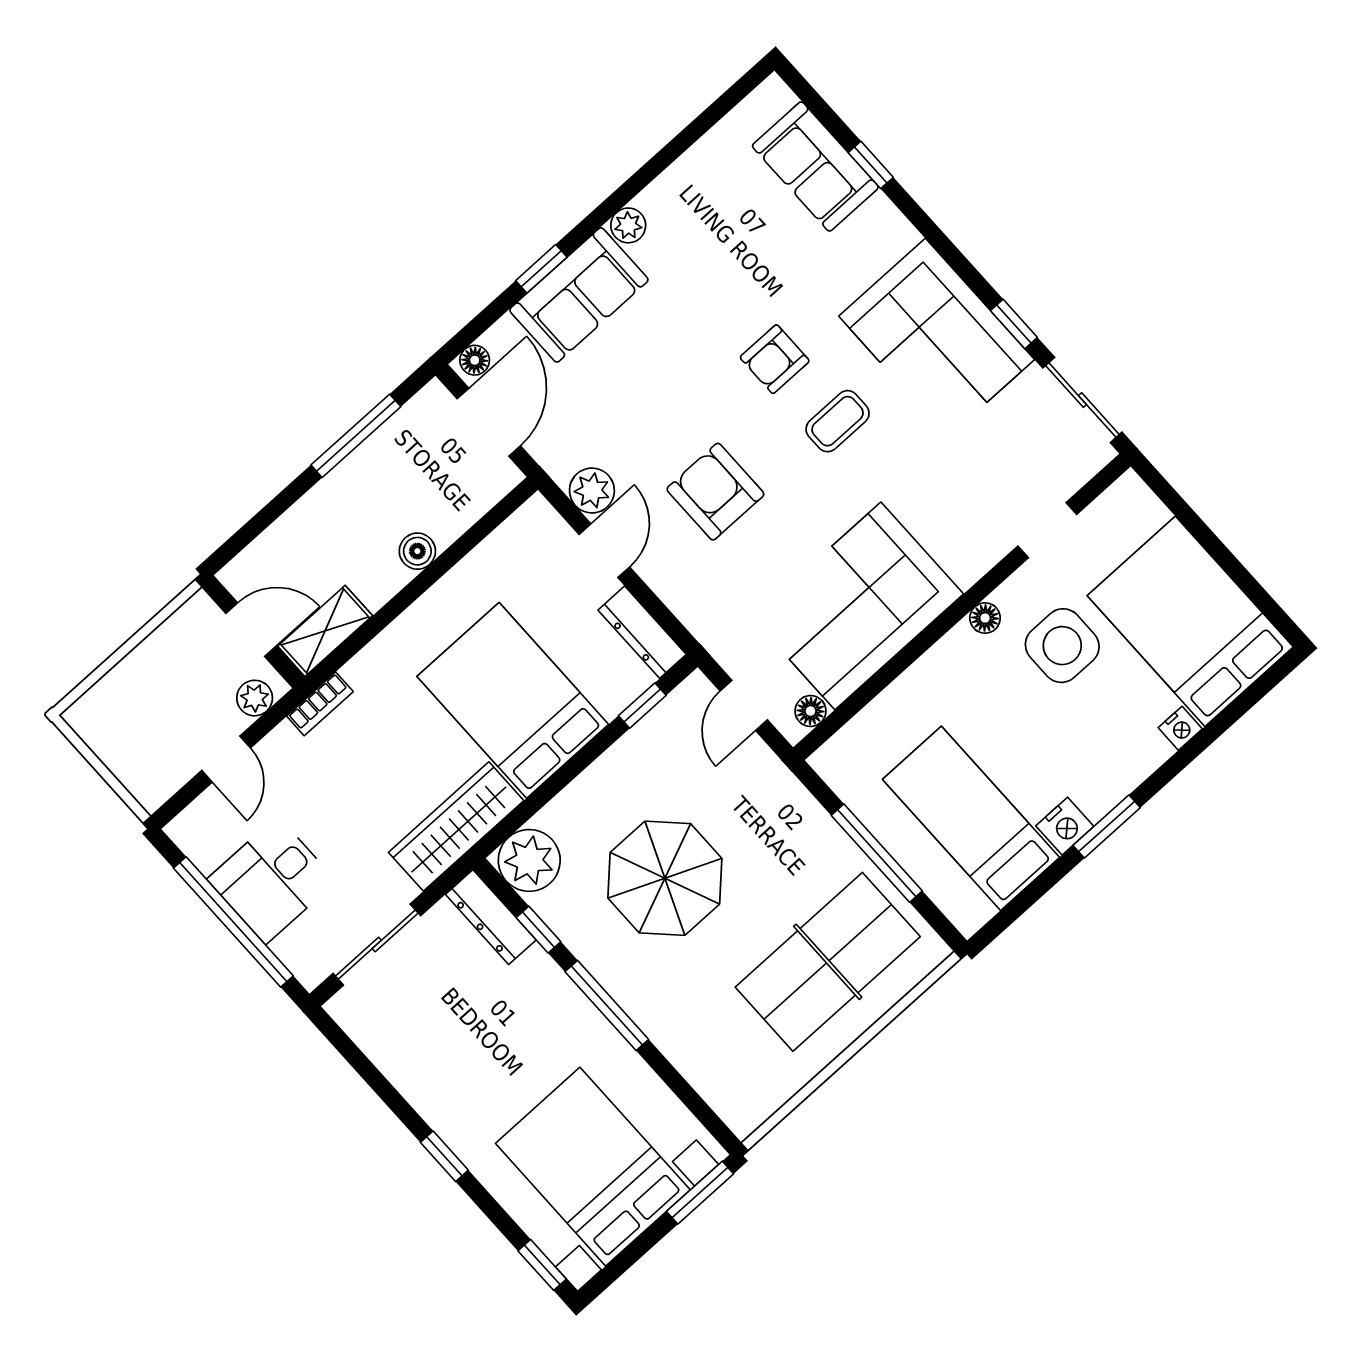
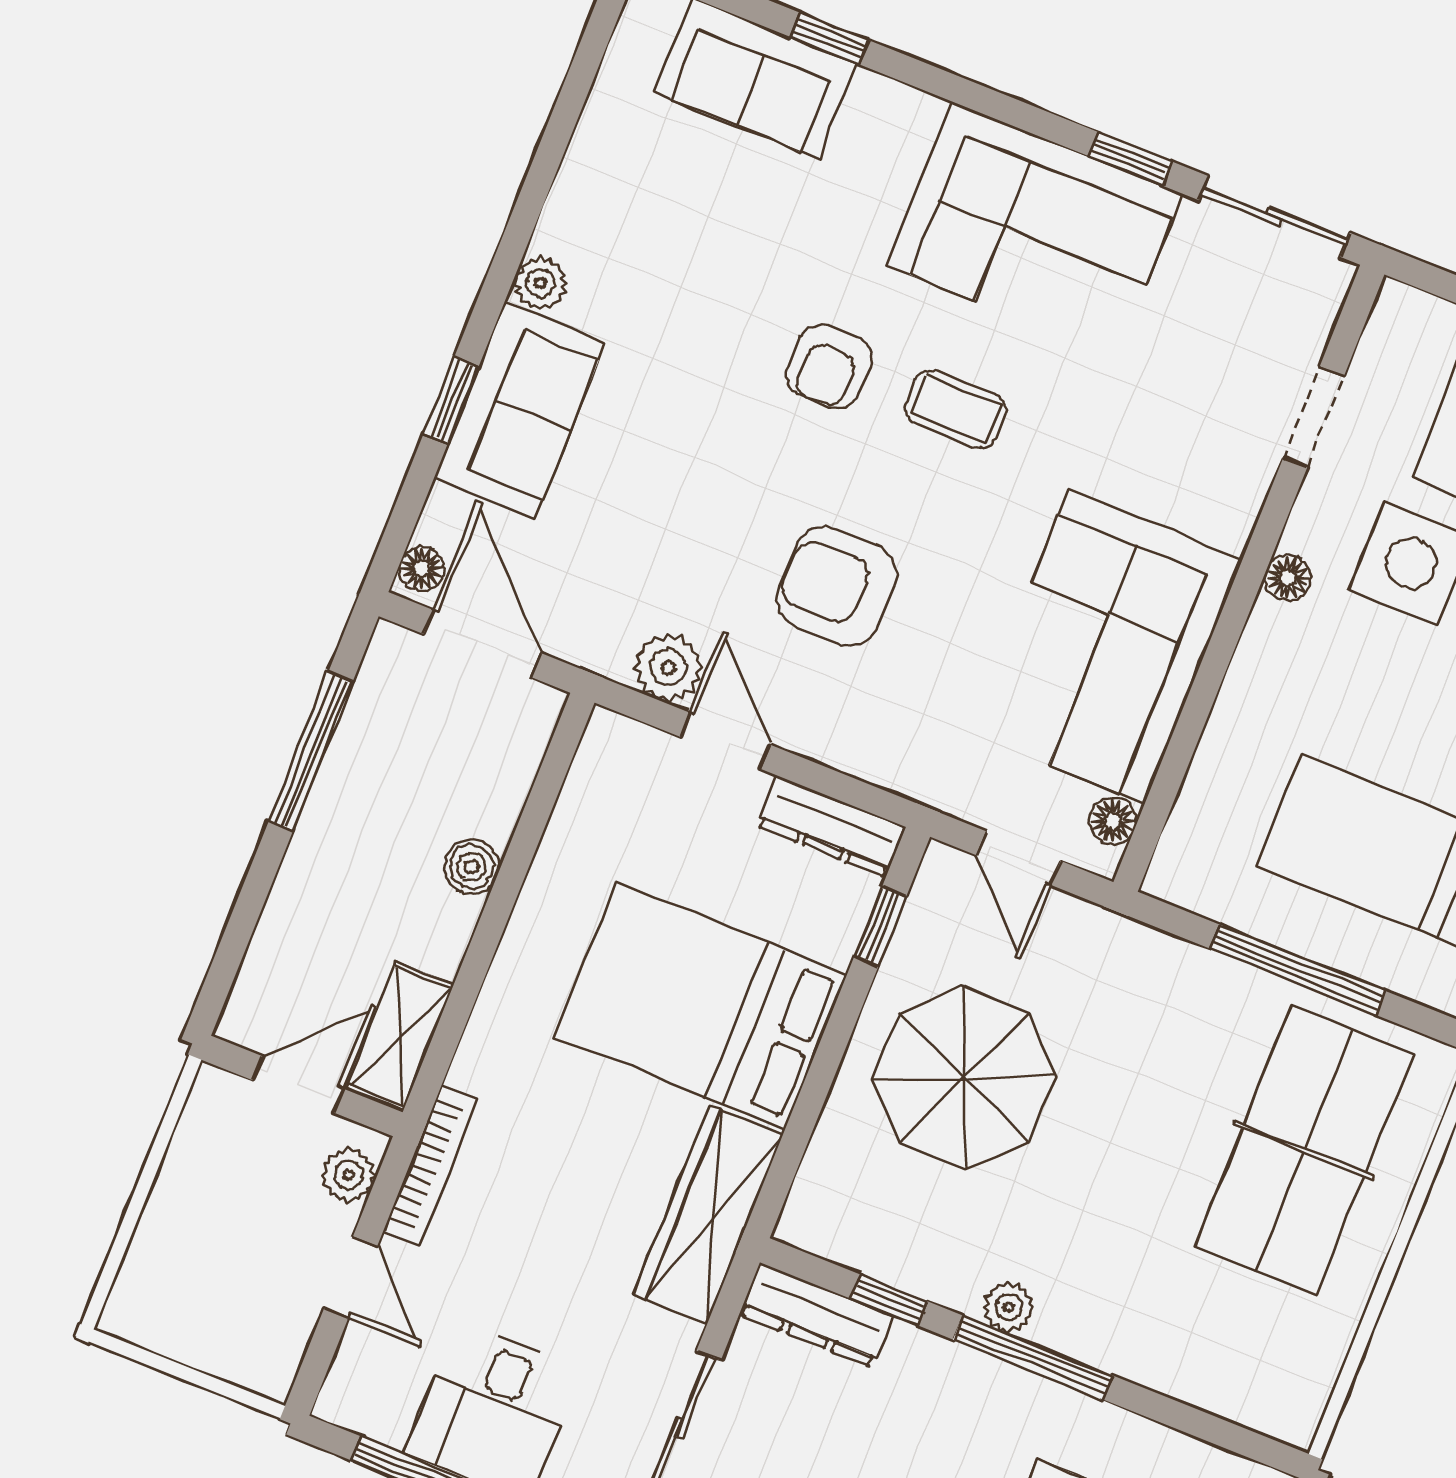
coffee table: (838, 421) -> (956, 409), turned 90
bookcase: (320, 704) -> (431, 1165), width x1.56
plant: (529, 860) -> (1009, 1307), moved, width x0.53, depth x0.53
parasol: (665, 878) -> (964, 1078), moved

